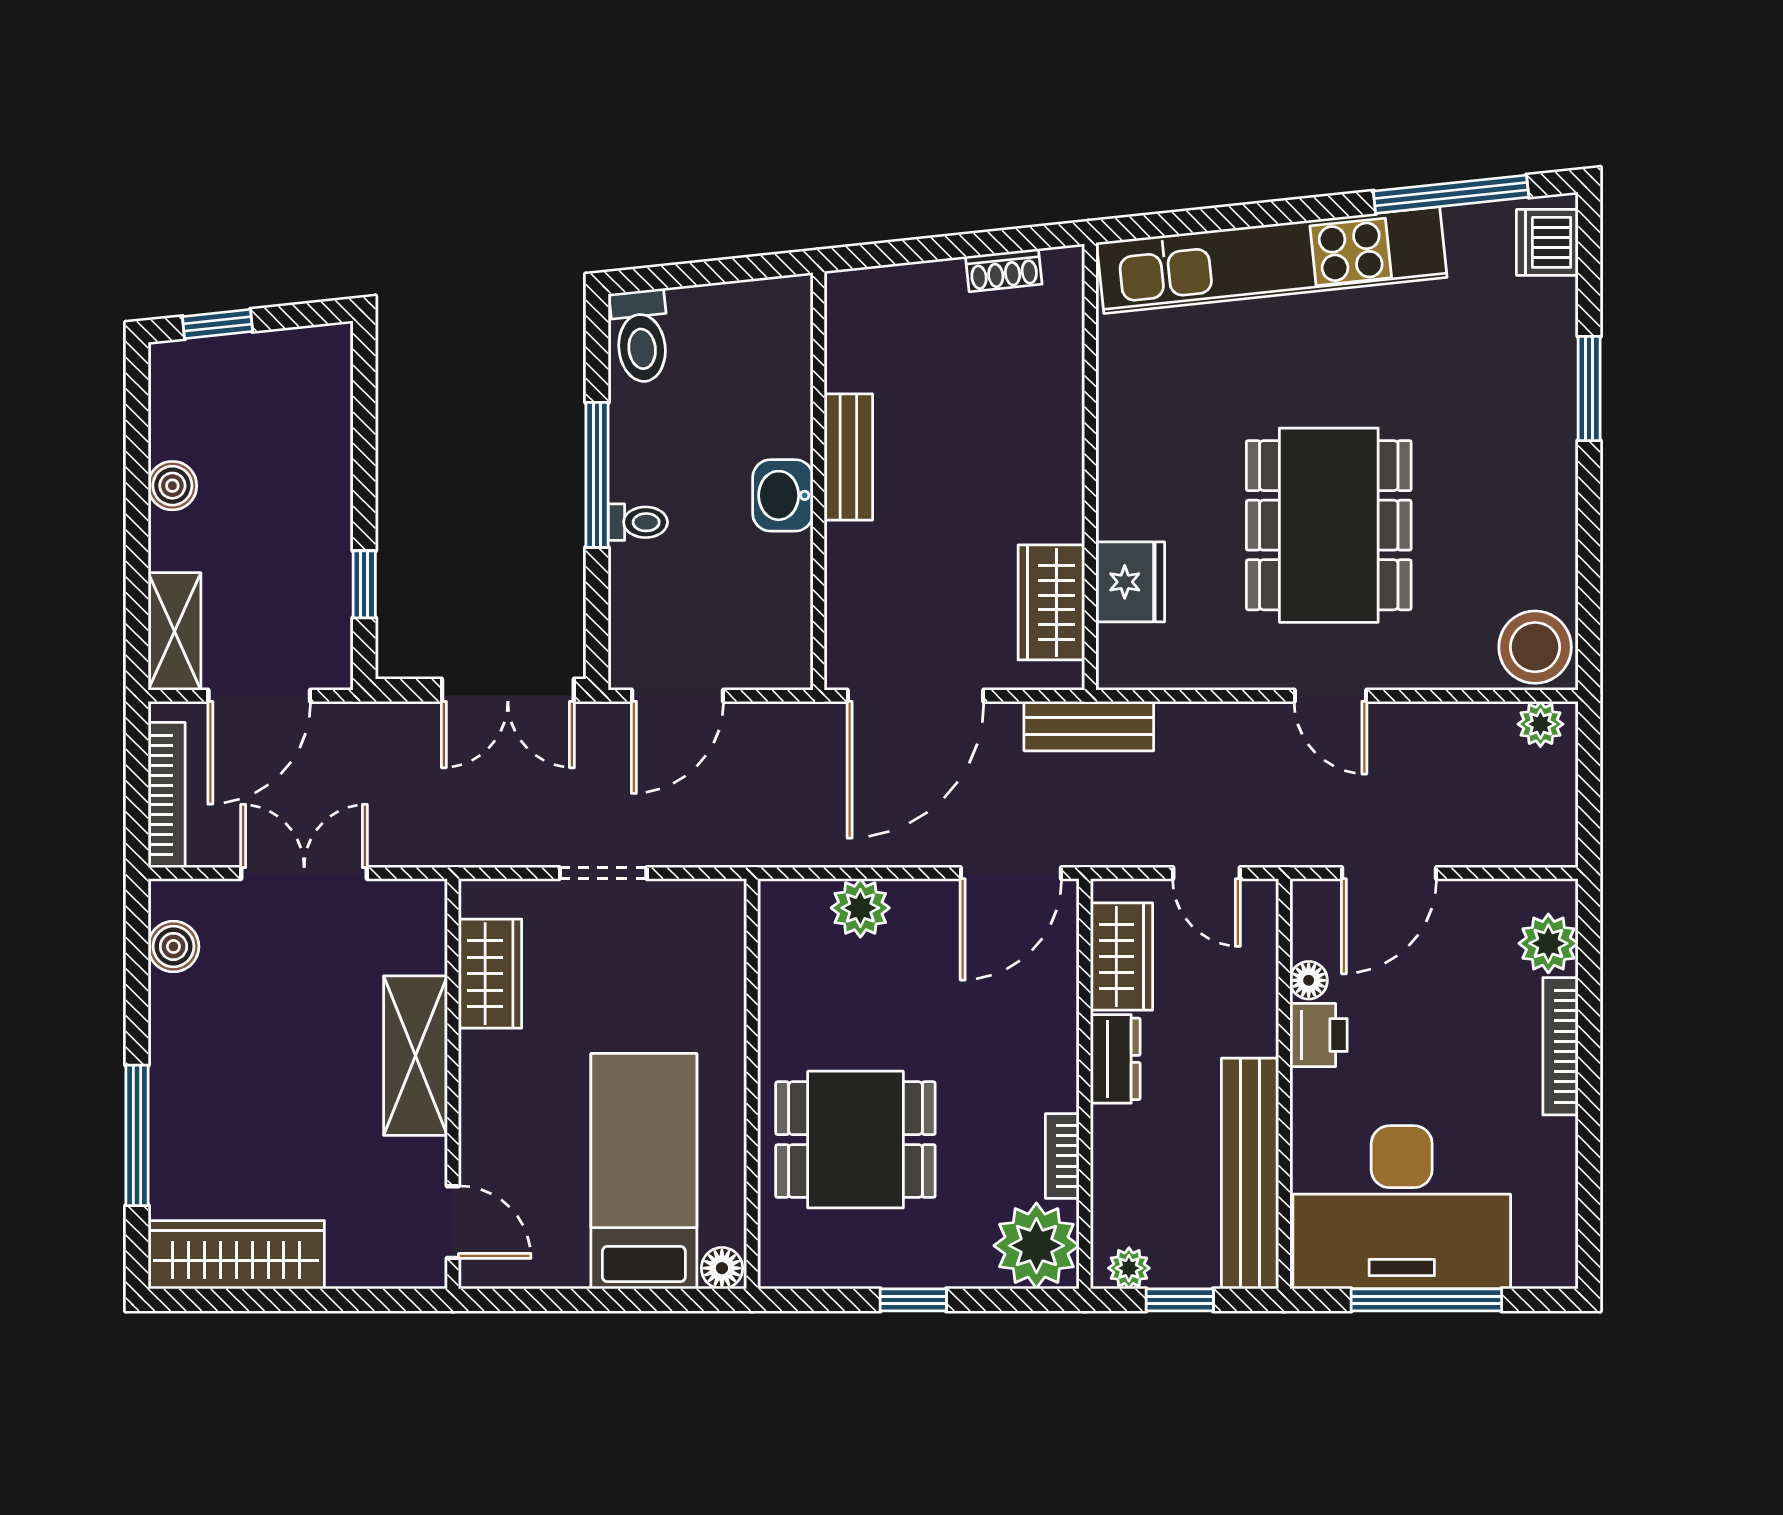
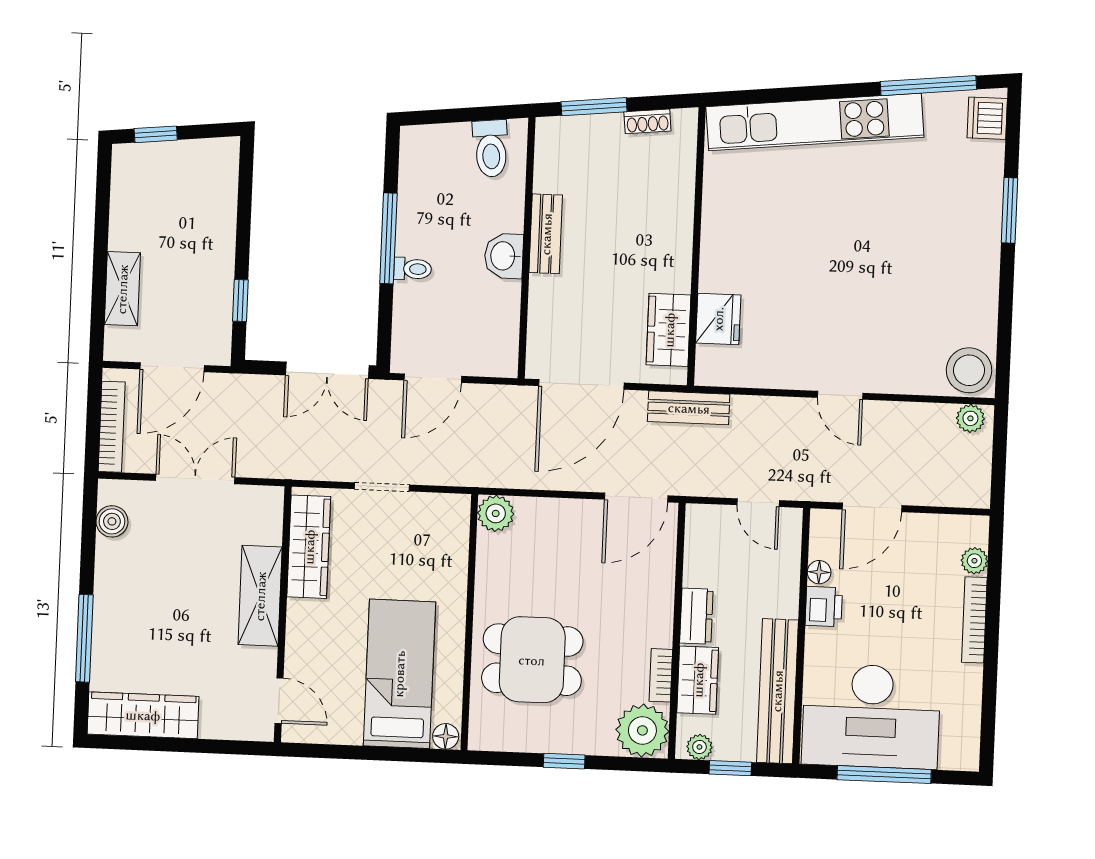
window: (917, 250) -> (594, 107), added
toilet: (641, 336) -> (491, 148), moved
boiler: (172, 486) -> (123, 234), removed
dining table: (1329, 525) -> (844, 289), removed
shelving: (175, 631) -> (122, 289), moved
plant: (860, 908) -> (496, 513), moved
plant: (1548, 943) -> (974, 561), width x0.73, depth x0.73
wardrobe: (1121, 957) -> (698, 680), moved
wardrobe: (490, 974) -> (309, 547), width x1.50

